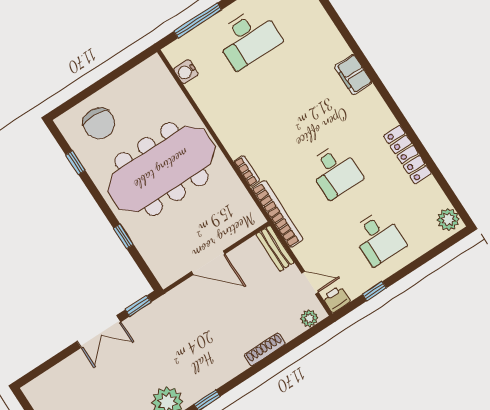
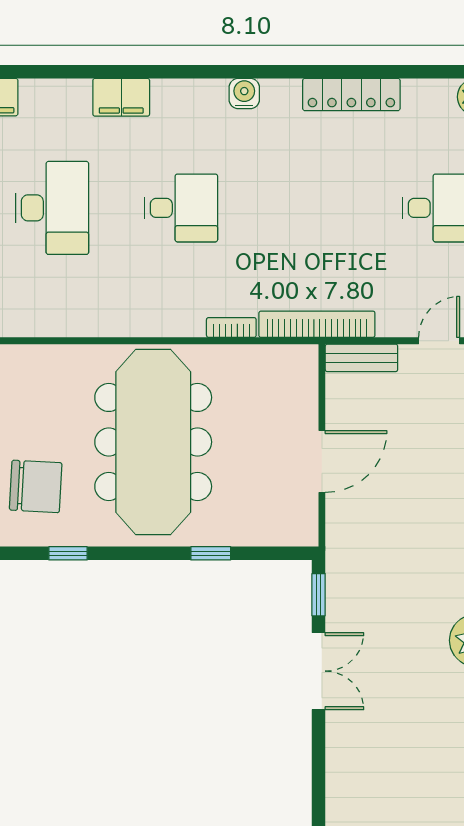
water cooler: (186, 72) -> (244, 94), moved, turned 180
filing cabinet: (353, 75) -> (121, 97), moved
desk: (335, 171) -> (181, 208), moved

